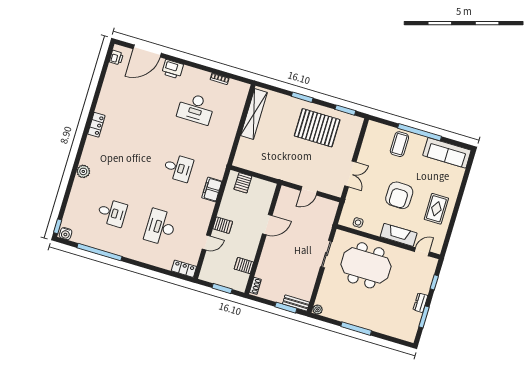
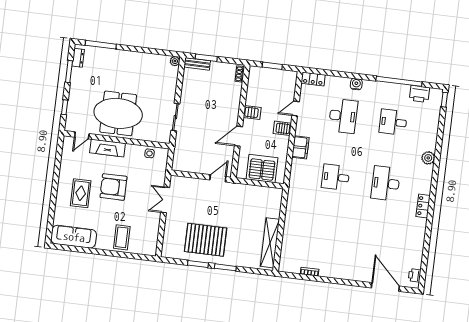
door: (147, 51) -> (385, 287), hinge flipped
printer: (173, 69) -> (419, 94), moved, turned 180
desk: (196, 109) -> (386, 183), moved, turned -90
window: (345, 110) -> (198, 264), moved
window: (420, 132) -> (104, 252), removed
server rack: (243, 183) -> (262, 169), width x2.18, depth x1.44
filing cabinet: (212, 189) -> (301, 147), moved
door: (309, 191) -> (218, 178), moved
armchair: (399, 195) -> (113, 187), turned -91
rug: (436, 209) -> (81, 193), moved
water cooler: (66, 234) -> (356, 84), moved
meeting table: (366, 265) -> (118, 113), moved
server rack: (244, 266) -> (252, 112), moved
dresser: (420, 303) -> (78, 58), moved
window: (356, 329) -> (101, 45), moved

